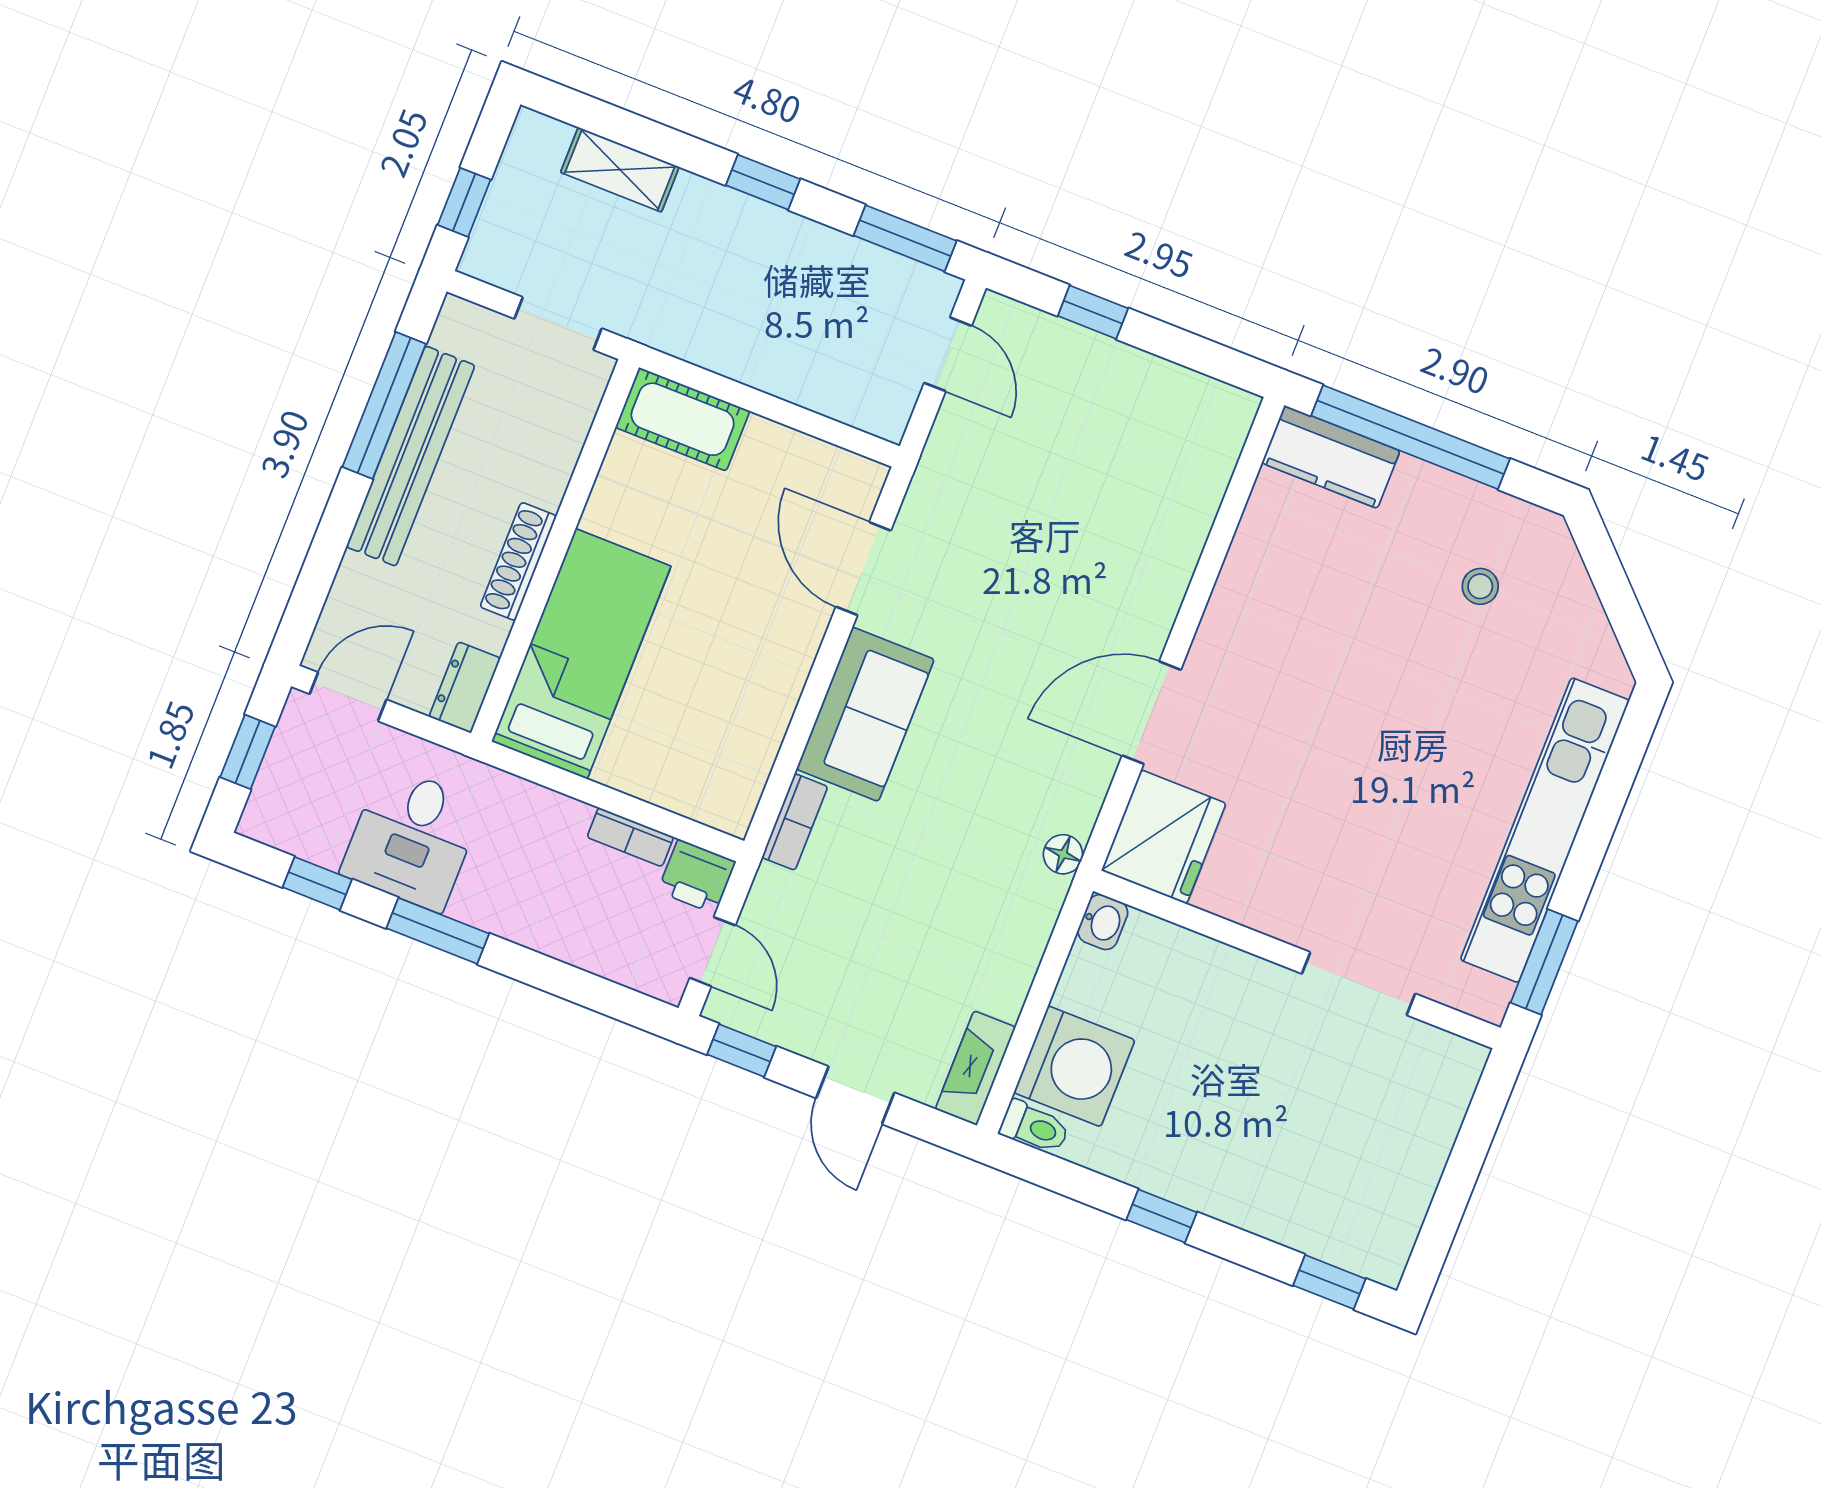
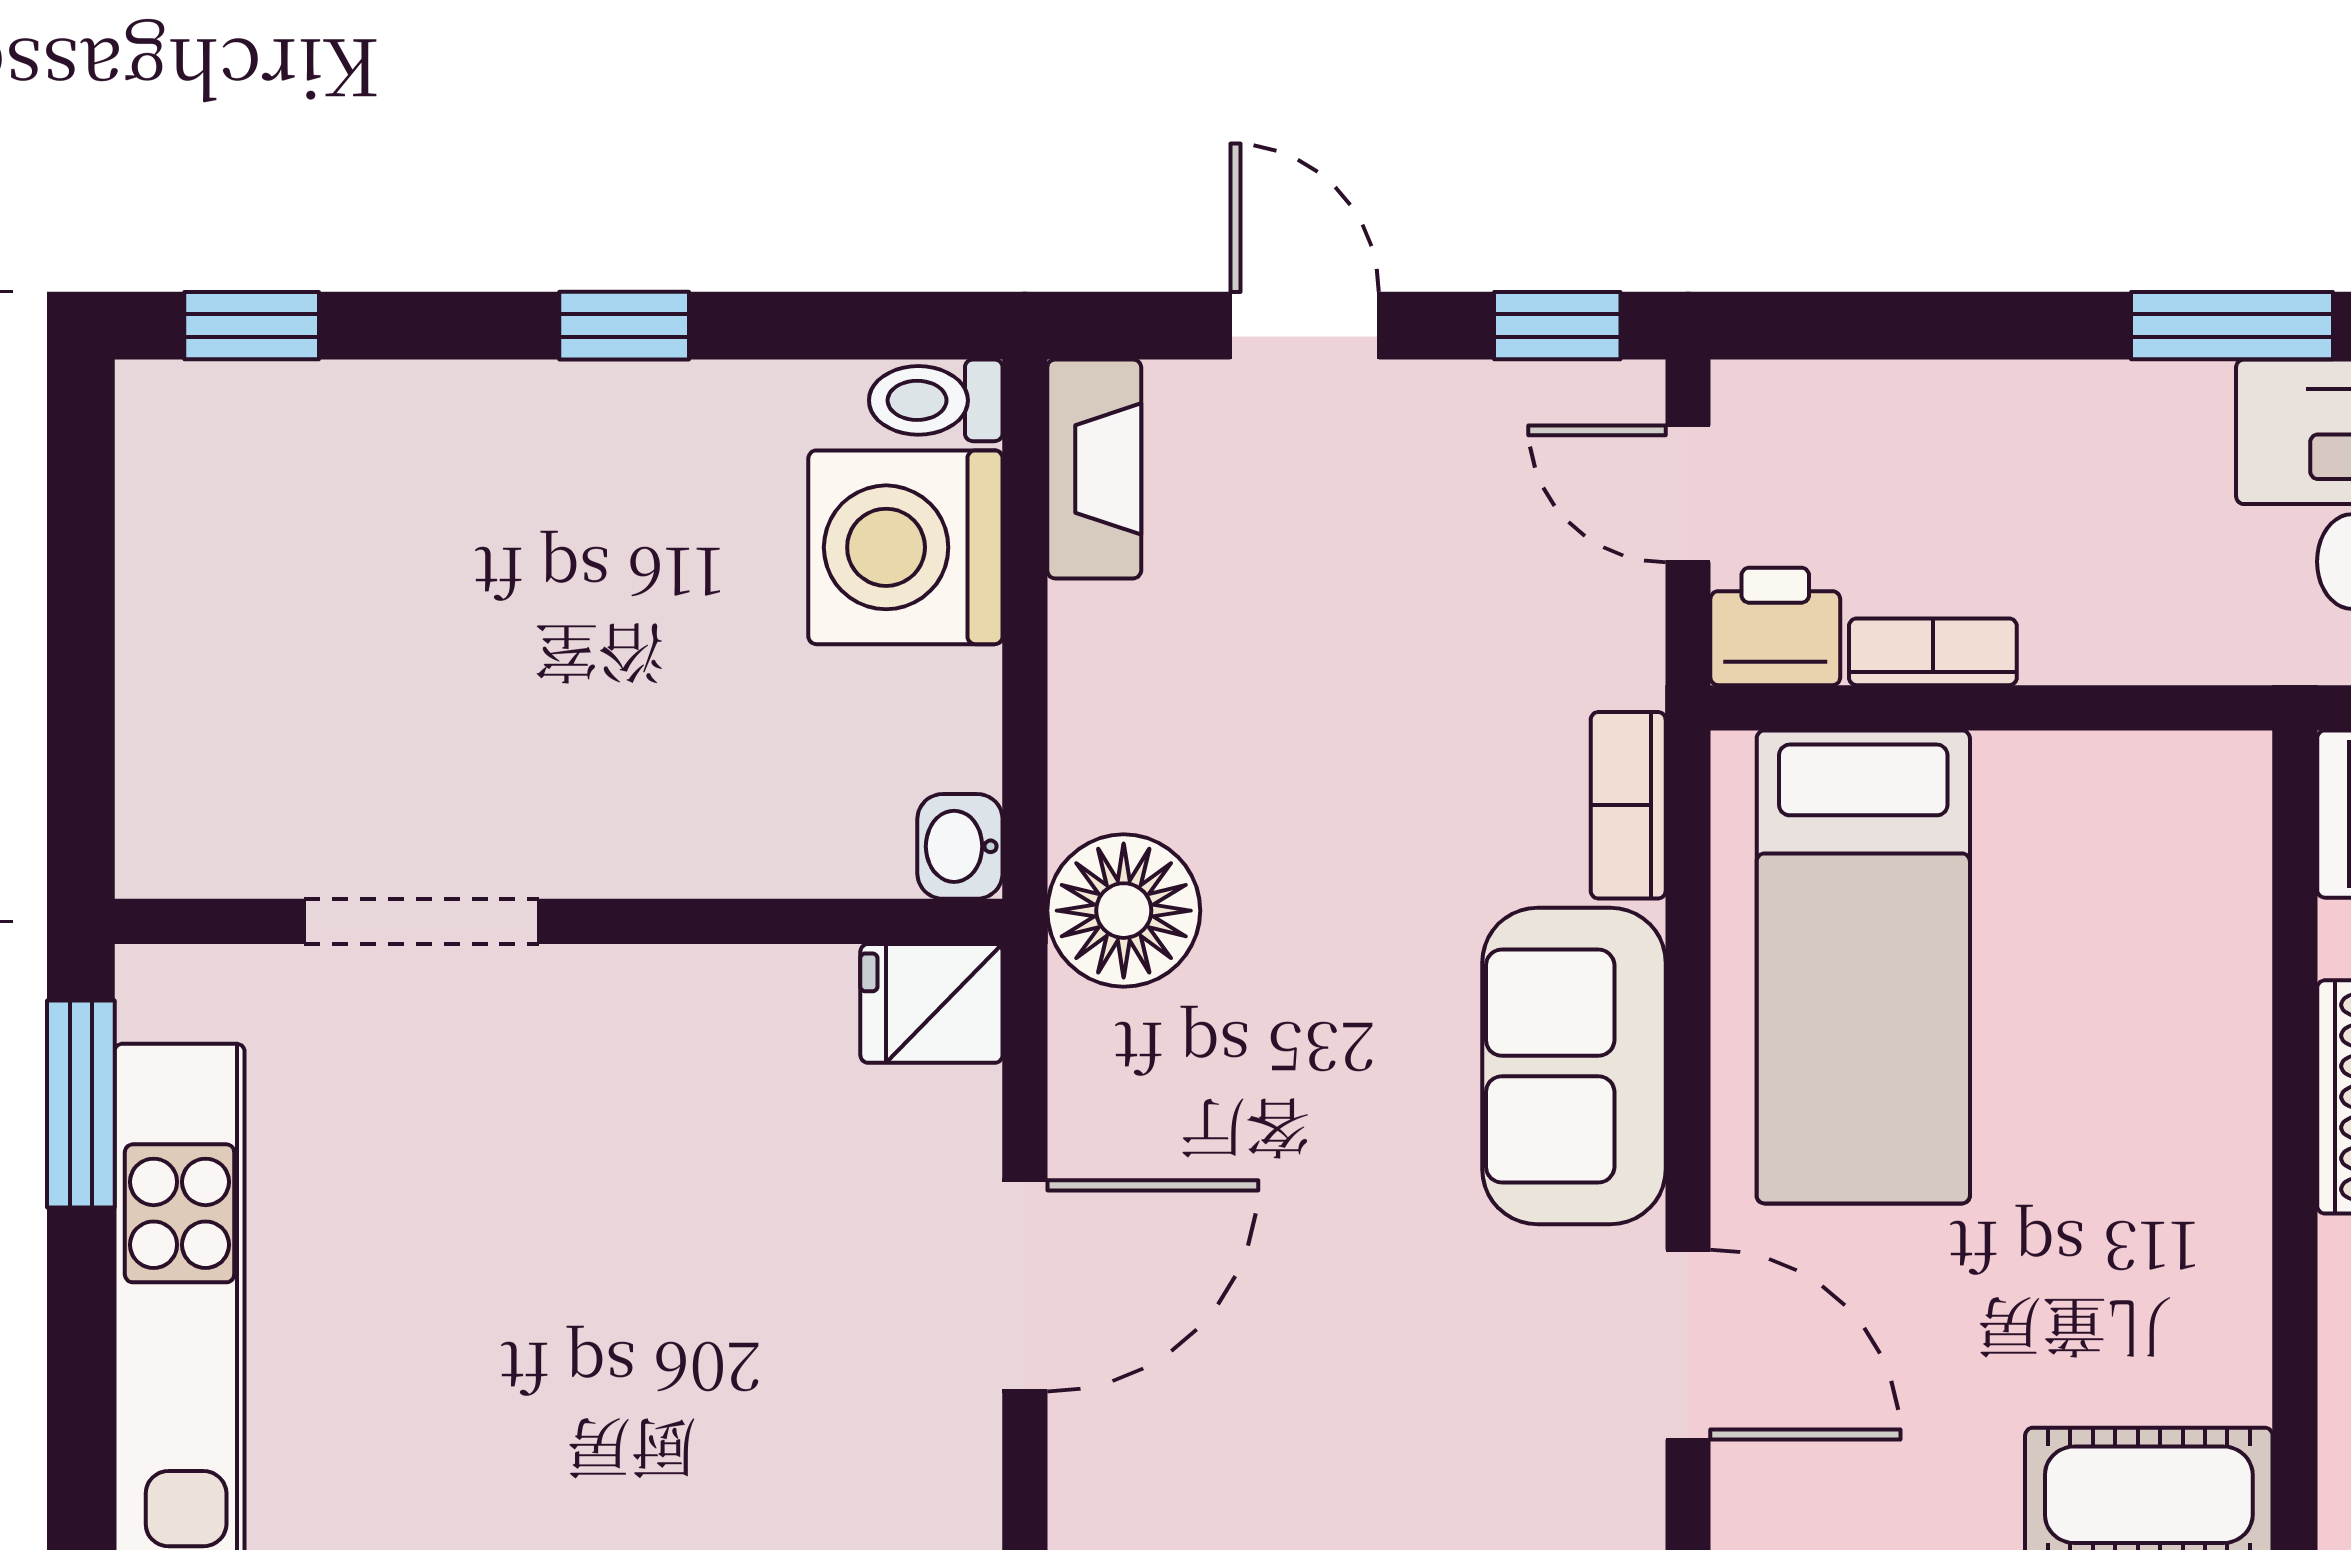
bed: (581, 654) -> (1863, 967), moved
fridge: (1164, 837) -> (931, 1003), width x0.53, depth x0.75
floor lamp: (1063, 854) -> (1124, 911), width x1.89, depth x1.89

